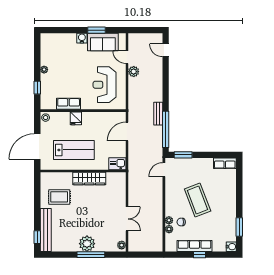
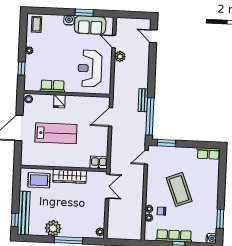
coffee table: (50, 44) -> (37, 24), added
kitchen sink: (117, 164) -> (99, 163), moved
wall: (83, 171) -> (64, 168), moved
wardrobe: (89, 178) -> (70, 176), moved
double door: (127, 219) -> (108, 186), moved
plant: (87, 244) -> (53, 228), moved

